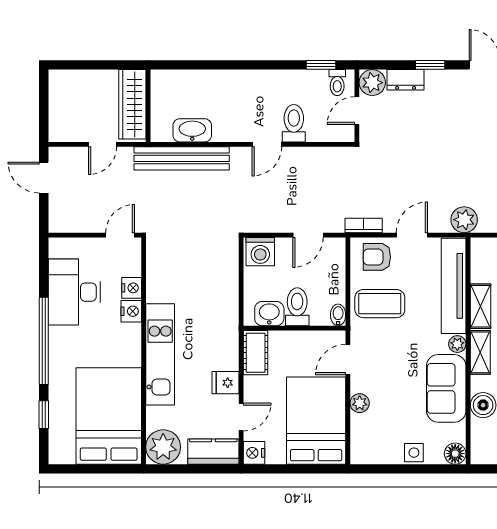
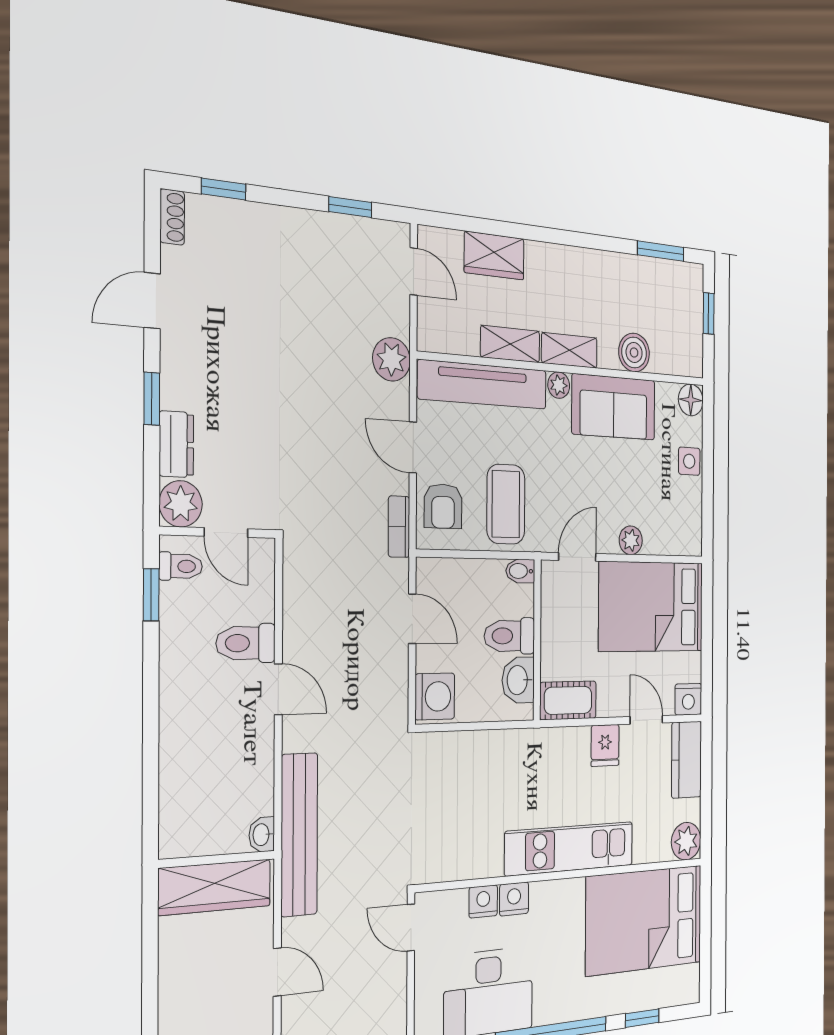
wardrobe: (132, 104) -> (215, 887), moved
wall: (148, 106) -> (217, 859), moved
washbasin: (192, 130) -> (262, 835), width x0.52, depth x0.69
door: (348, 360) -> (577, 557), swing flipped
plant: (163, 447) -> (686, 841), width x0.73, depth x0.73

